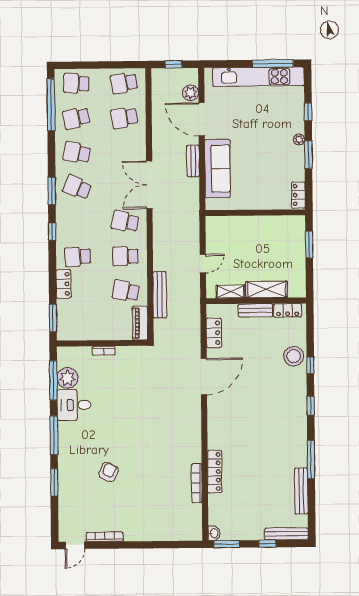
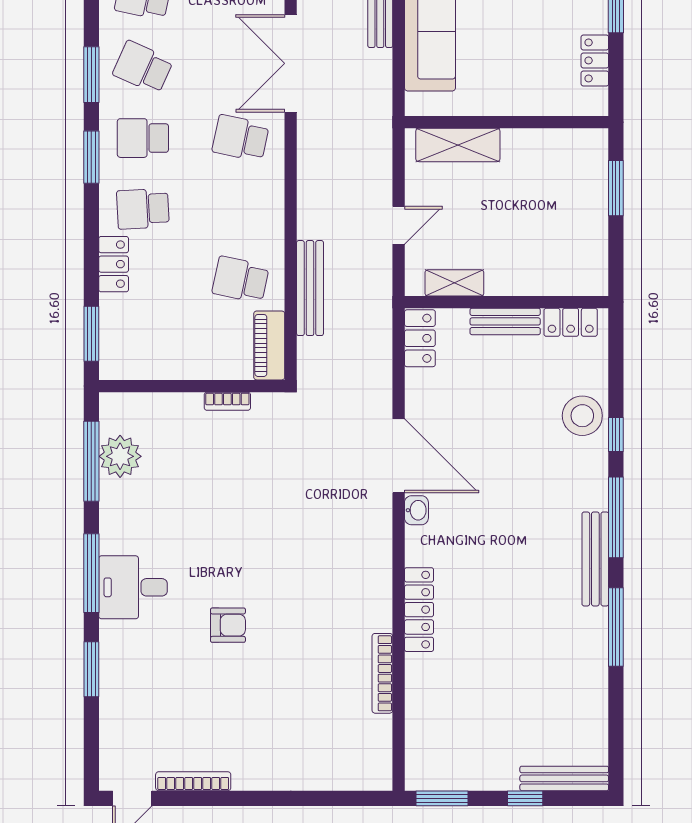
locker: (298, 195) -> (595, 60), moved
window: (52, 232) -> (91, 157), width x1.50
school desk: (125, 256) -> (143, 138), moved
shelving: (267, 290) -> (458, 145), moved
locker: (214, 333) -> (420, 338), moved
bookcase: (104, 351) -> (227, 401), moved
door: (204, 377) -> (399, 456), hinge flipped
desk: (74, 405) -> (133, 587), moved
window: (311, 406) -> (616, 517), width x2.17
armchair: (109, 472) -> (228, 625), moved, turned 65
locker: (215, 472) -> (419, 610), moved
bench: (301, 491) -> (595, 559), moved
washbasin: (214, 533) -> (416, 510), moved

